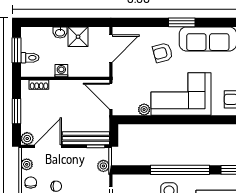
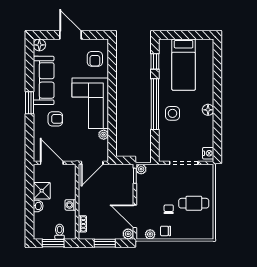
armchair: (163, 53) -> (55, 119), turned -75
bench: (86, 138) -> (128, 184), removed
plant: (103, 166) -> (141, 169), moved

